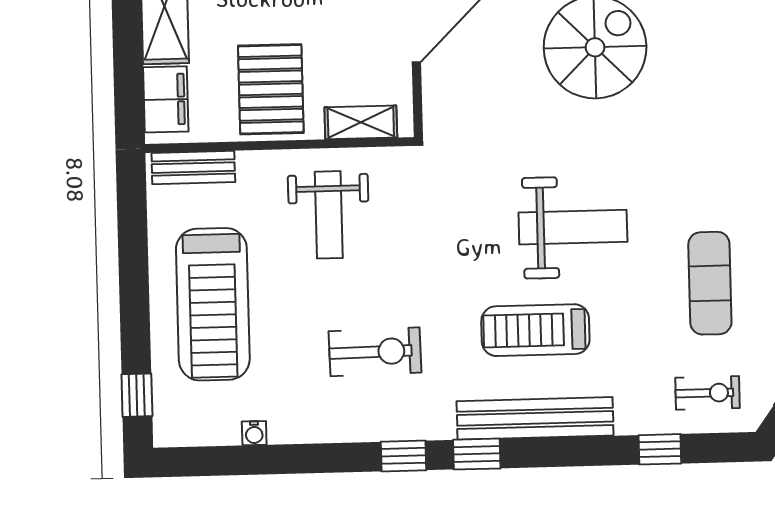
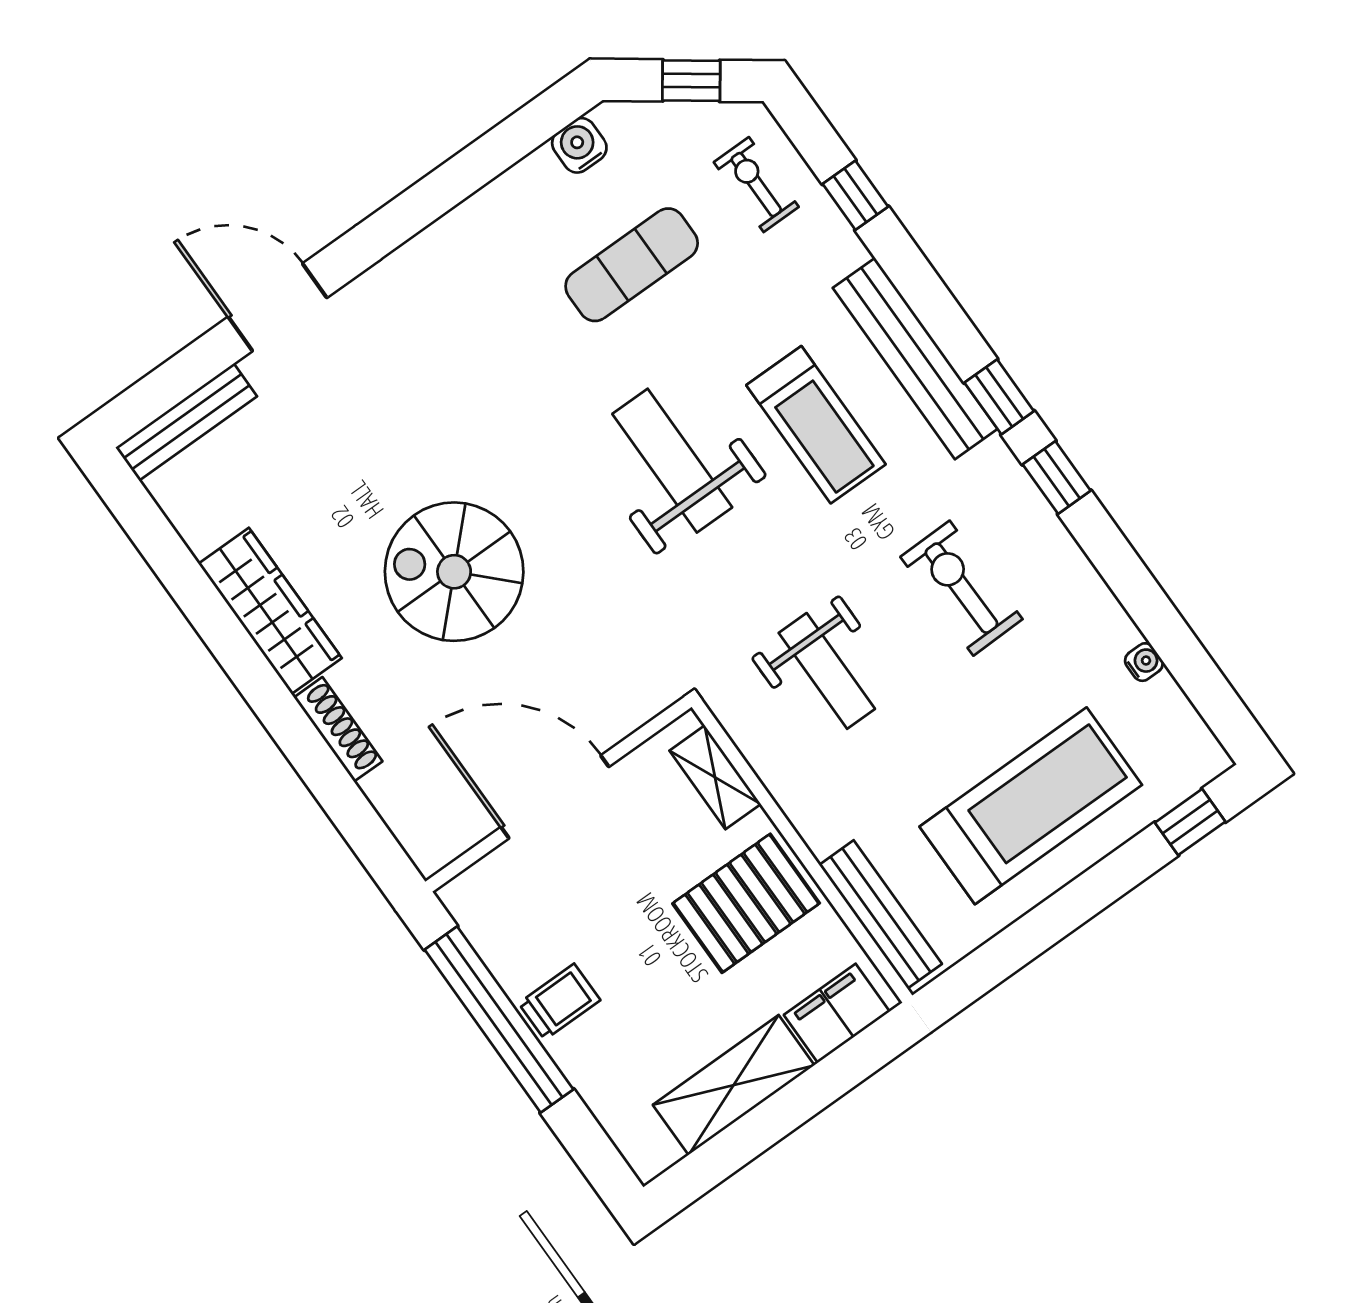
bench: (193, 168) -> (881, 914), width x1.36
weight bench: (329, 215) -> (827, 671), moved, turned 90

